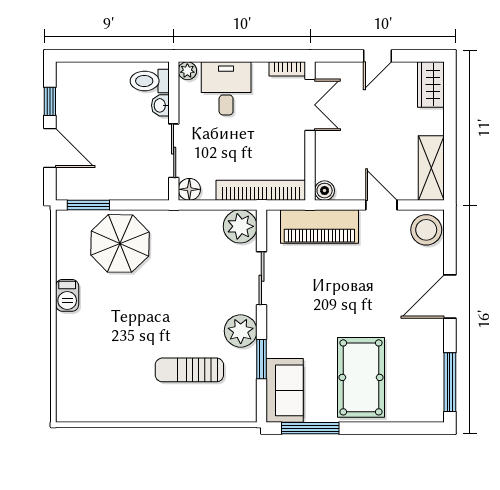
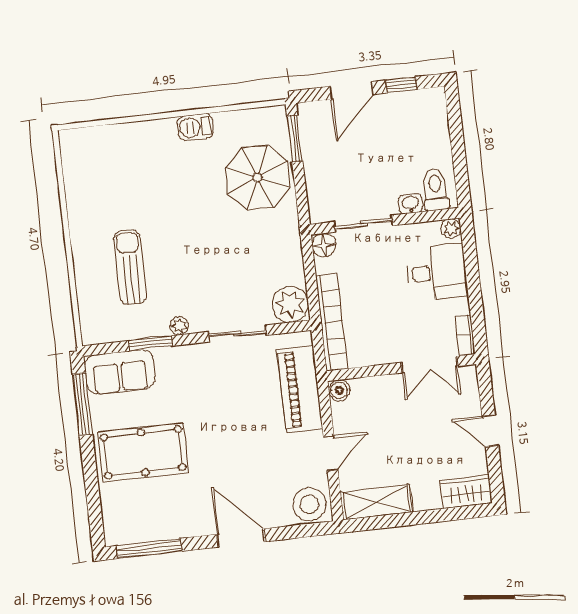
plant: (241, 331) -> (179, 326), width x0.53, depth x0.53

